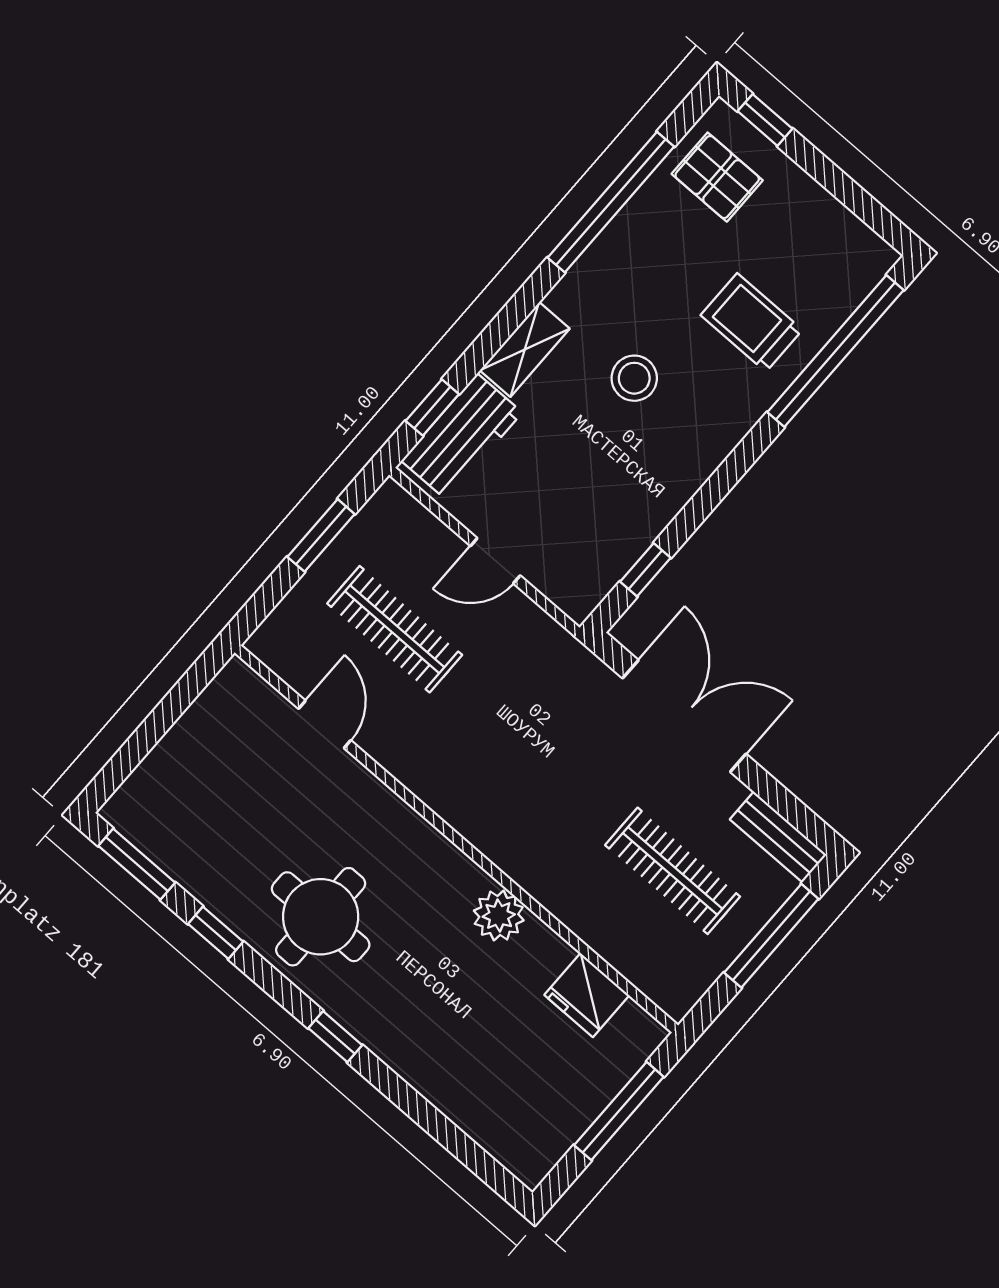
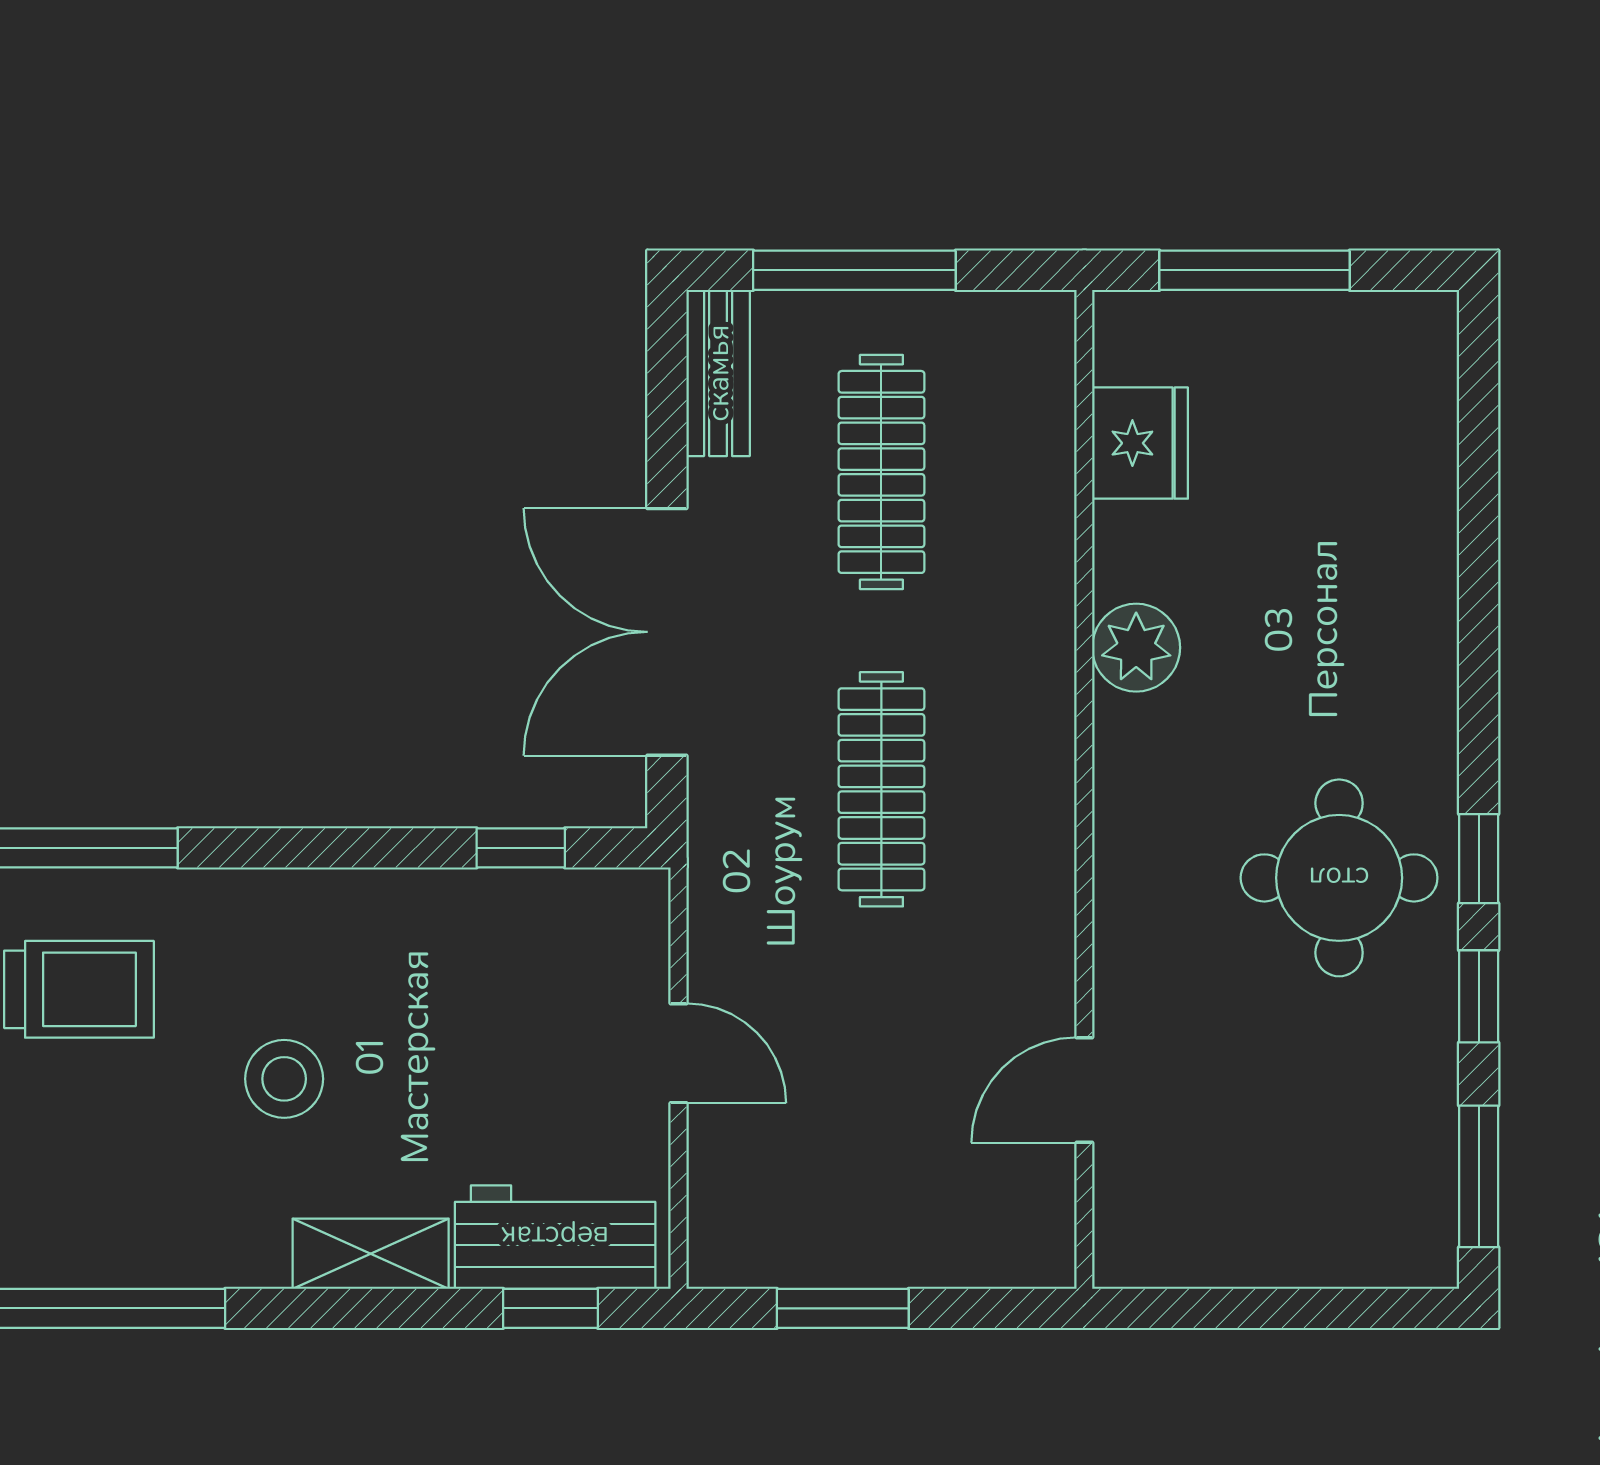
trolley: (752, 322) -> (79, 989), turned -90
clothes rail: (395, 629) -> (881, 789), moved
window: (335, 1037) -> (1479, 859), moved

